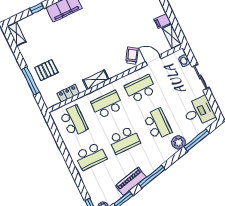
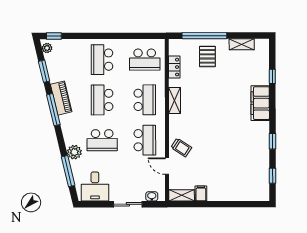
shelving: (17, 34) -> (242, 44), moved
door: (153, 60) -> (167, 166), swing flipped
window: (30, 81) -> (204, 36), width x1.46
piano: (131, 181) -> (61, 98), moved

